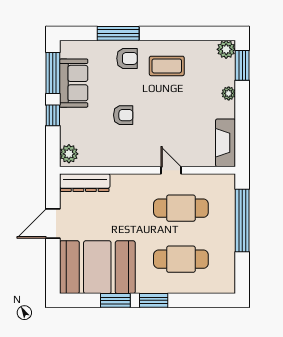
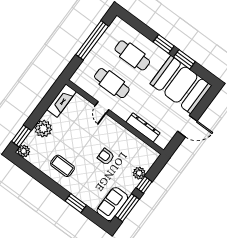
window: (118, 33) -> (76, 203), width x0.69
armchair: (127, 58) -> (81, 186), removed
sofa: (74, 83) -> (112, 204), moved
plant: (229, 93) -> (43, 129), width x1.87, depth x1.87
plant: (69, 154) -> (139, 173), moved
dresser: (85, 183) -> (143, 128), moved
window: (242, 221) -> (92, 40), moved

